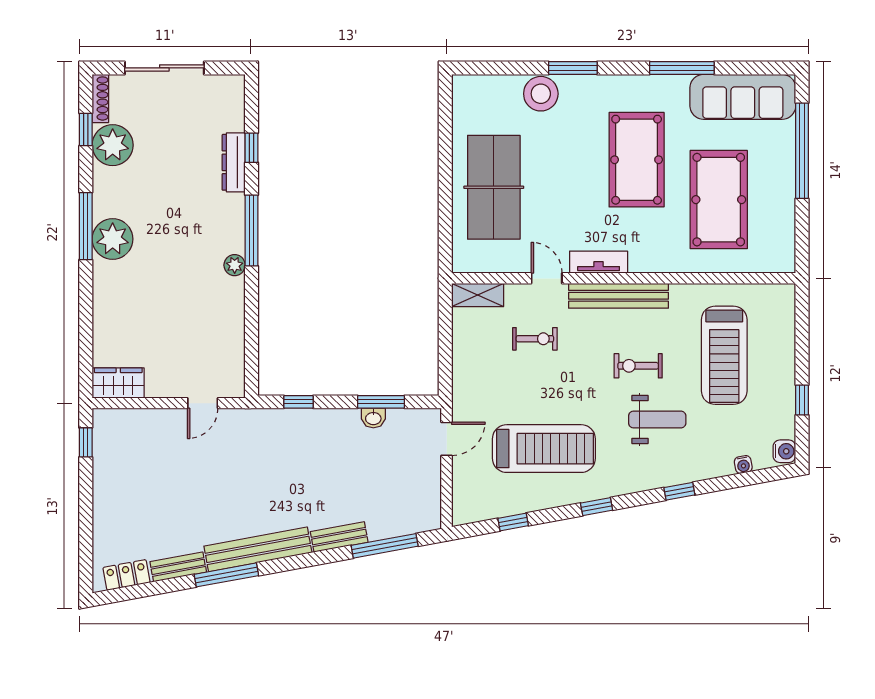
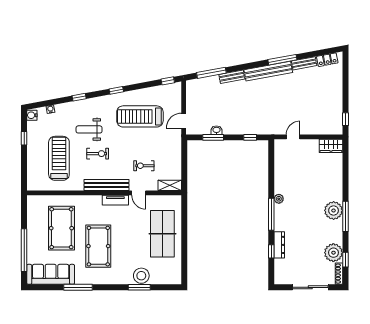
window: (573, 68) -> (139, 287), moved
window: (513, 522) -> (168, 81), moved

